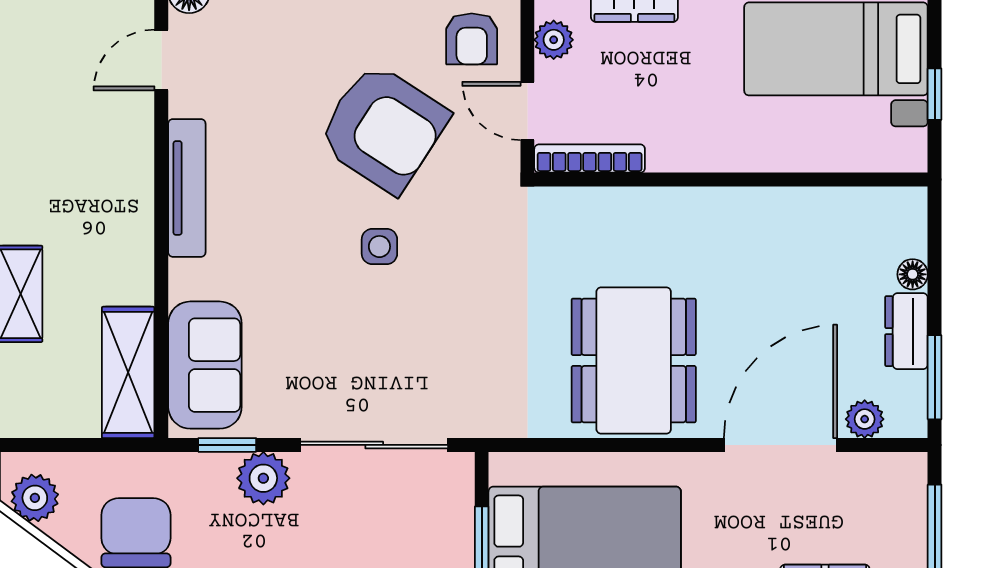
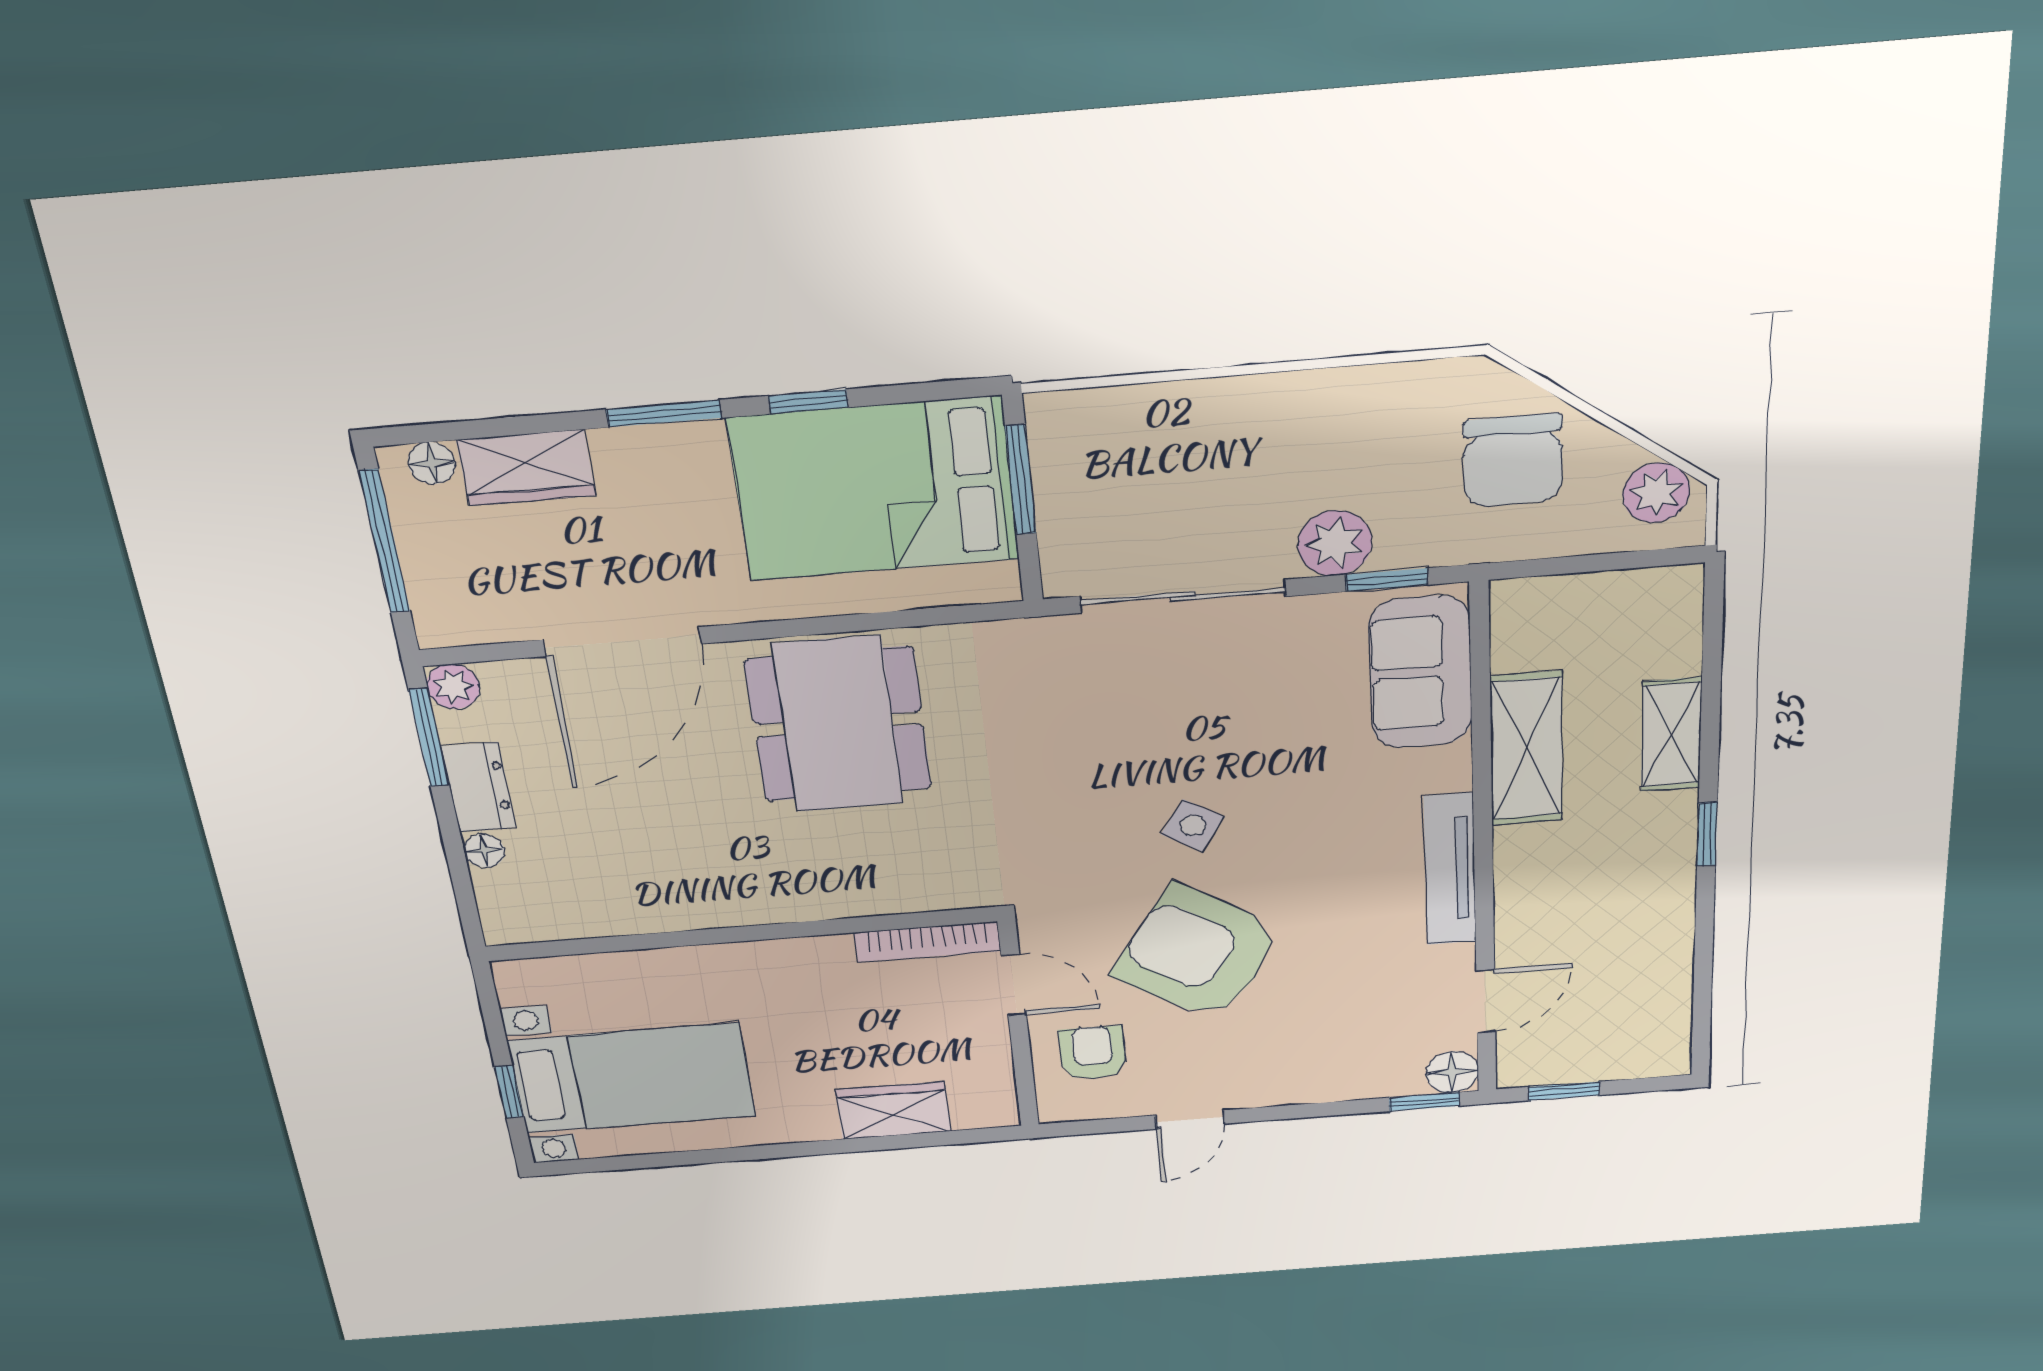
plant: (554, 40) -> (989, 1060), removed
window: (935, 94) -> (509, 1092), moved
side table: (379, 247) -> (1193, 826), turned 32
shelving: (128, 372) -> (1526, 749), moved
plant: (865, 419) -> (453, 686), moved

